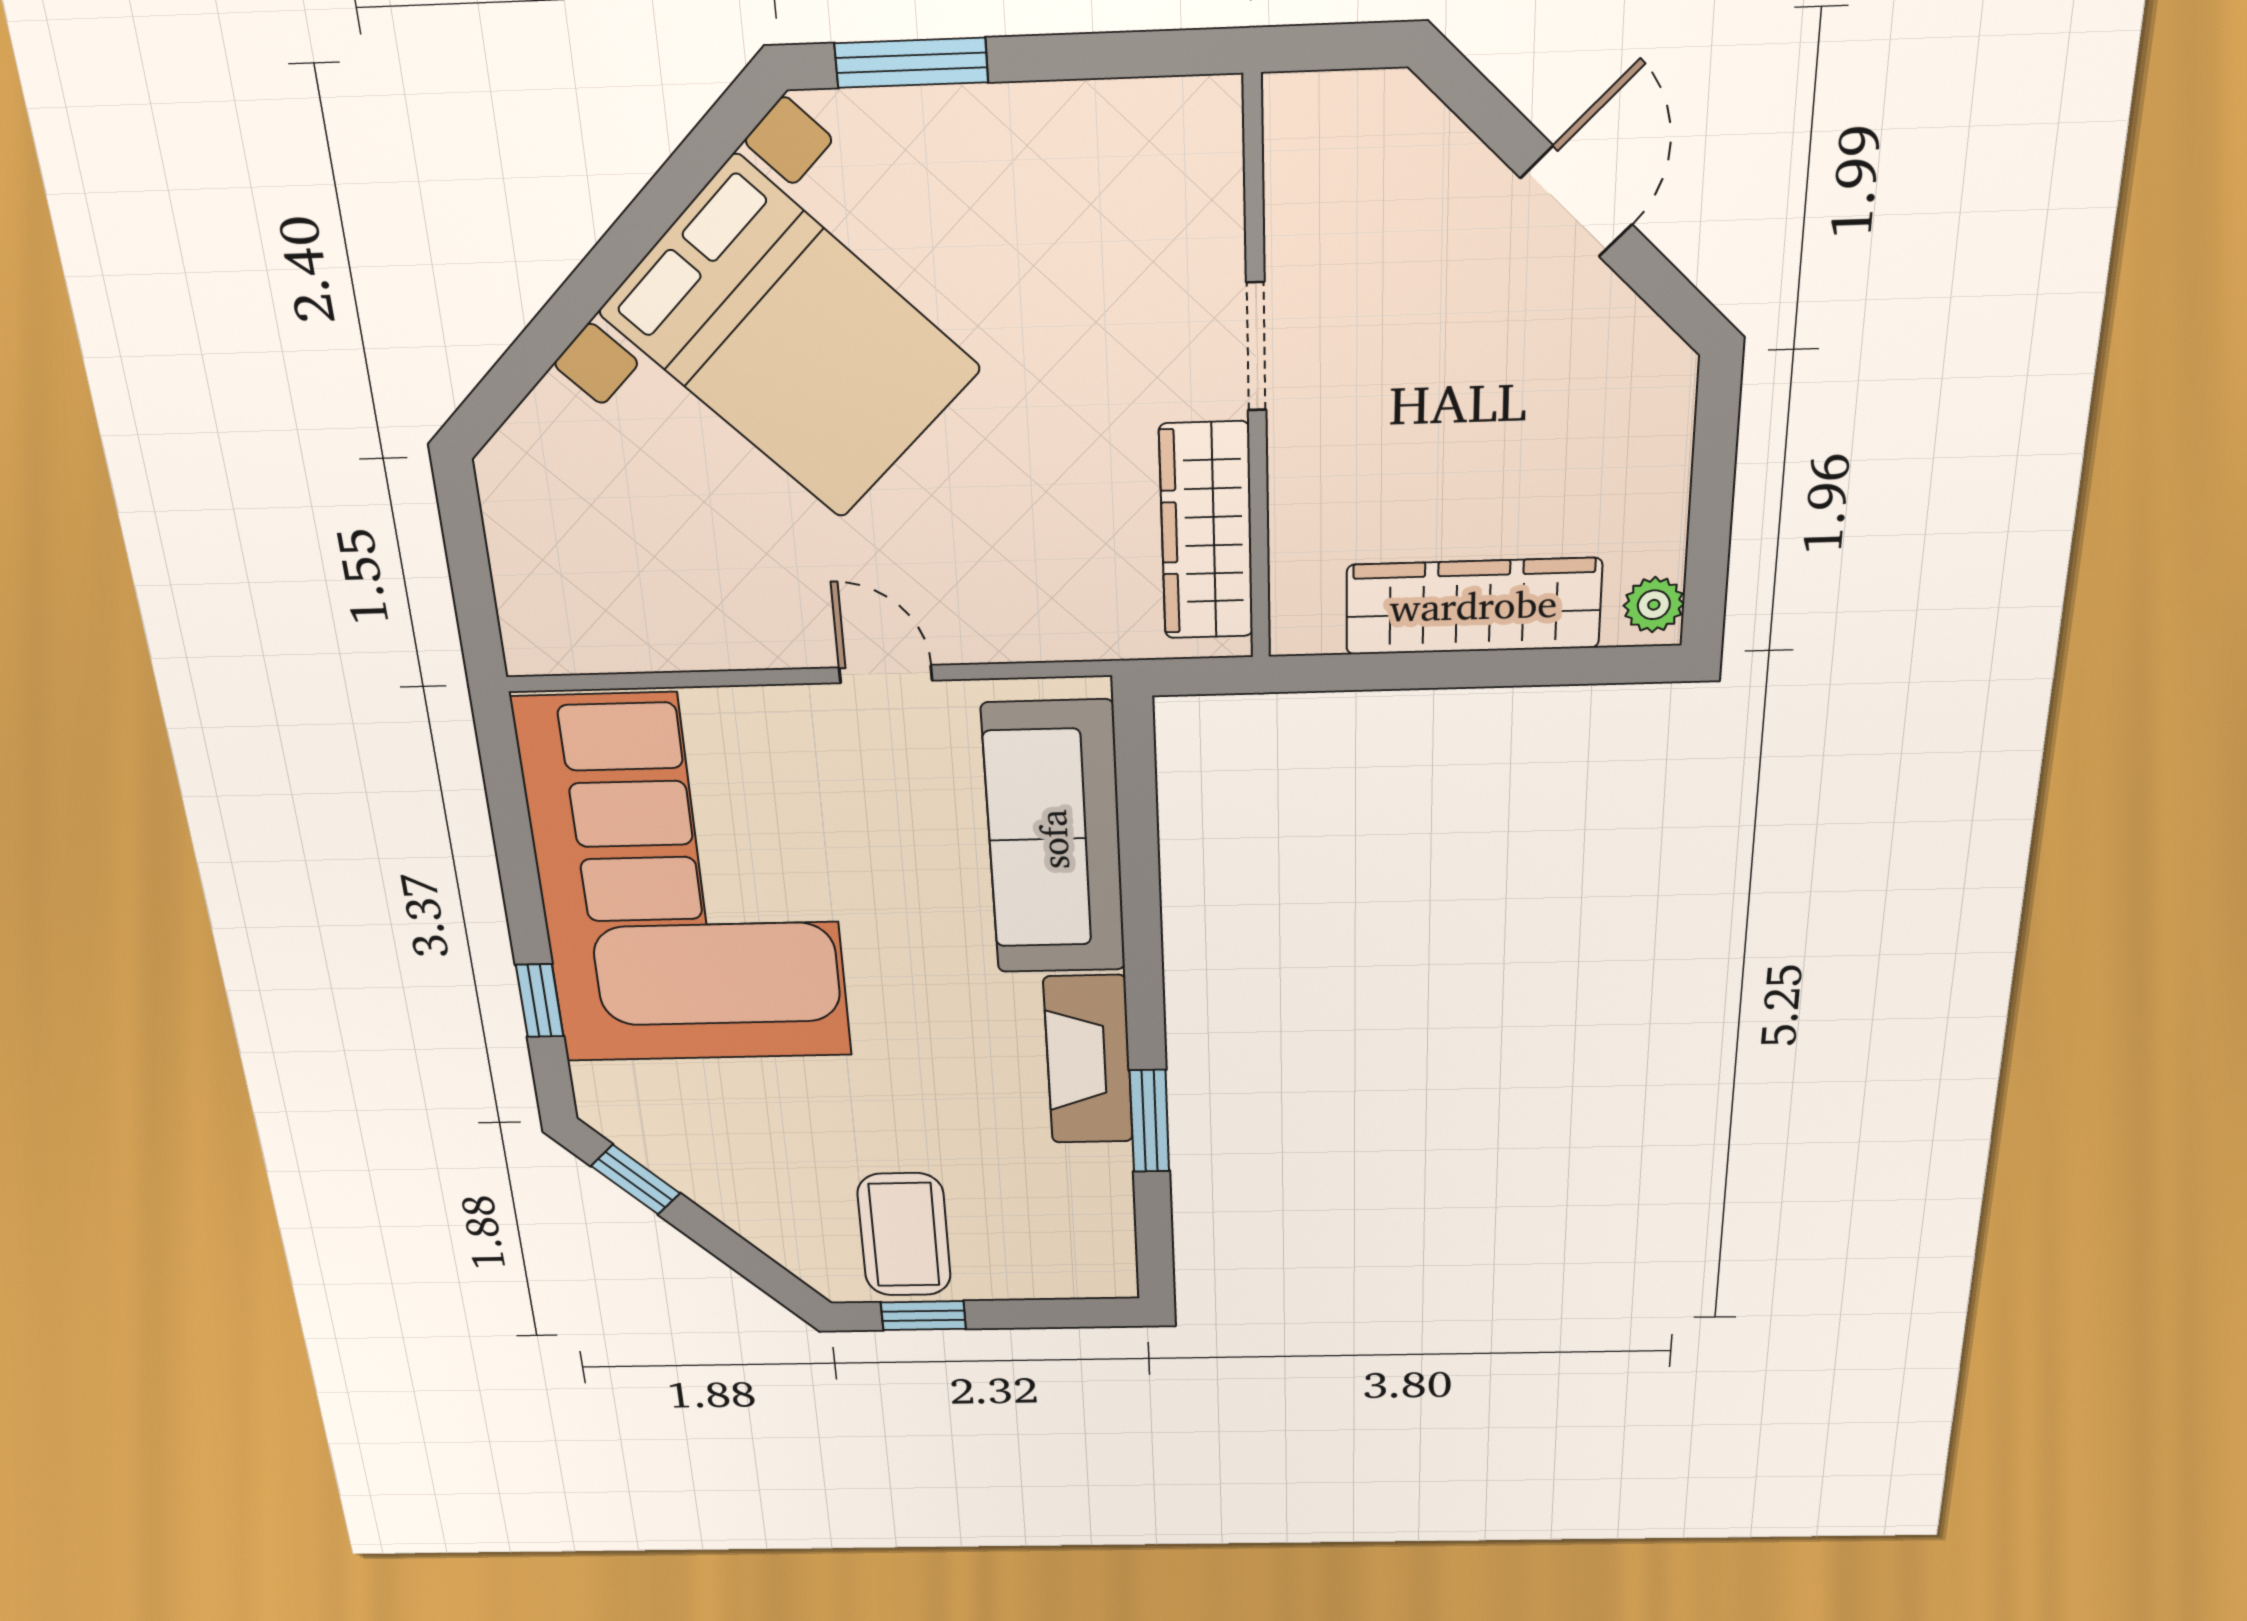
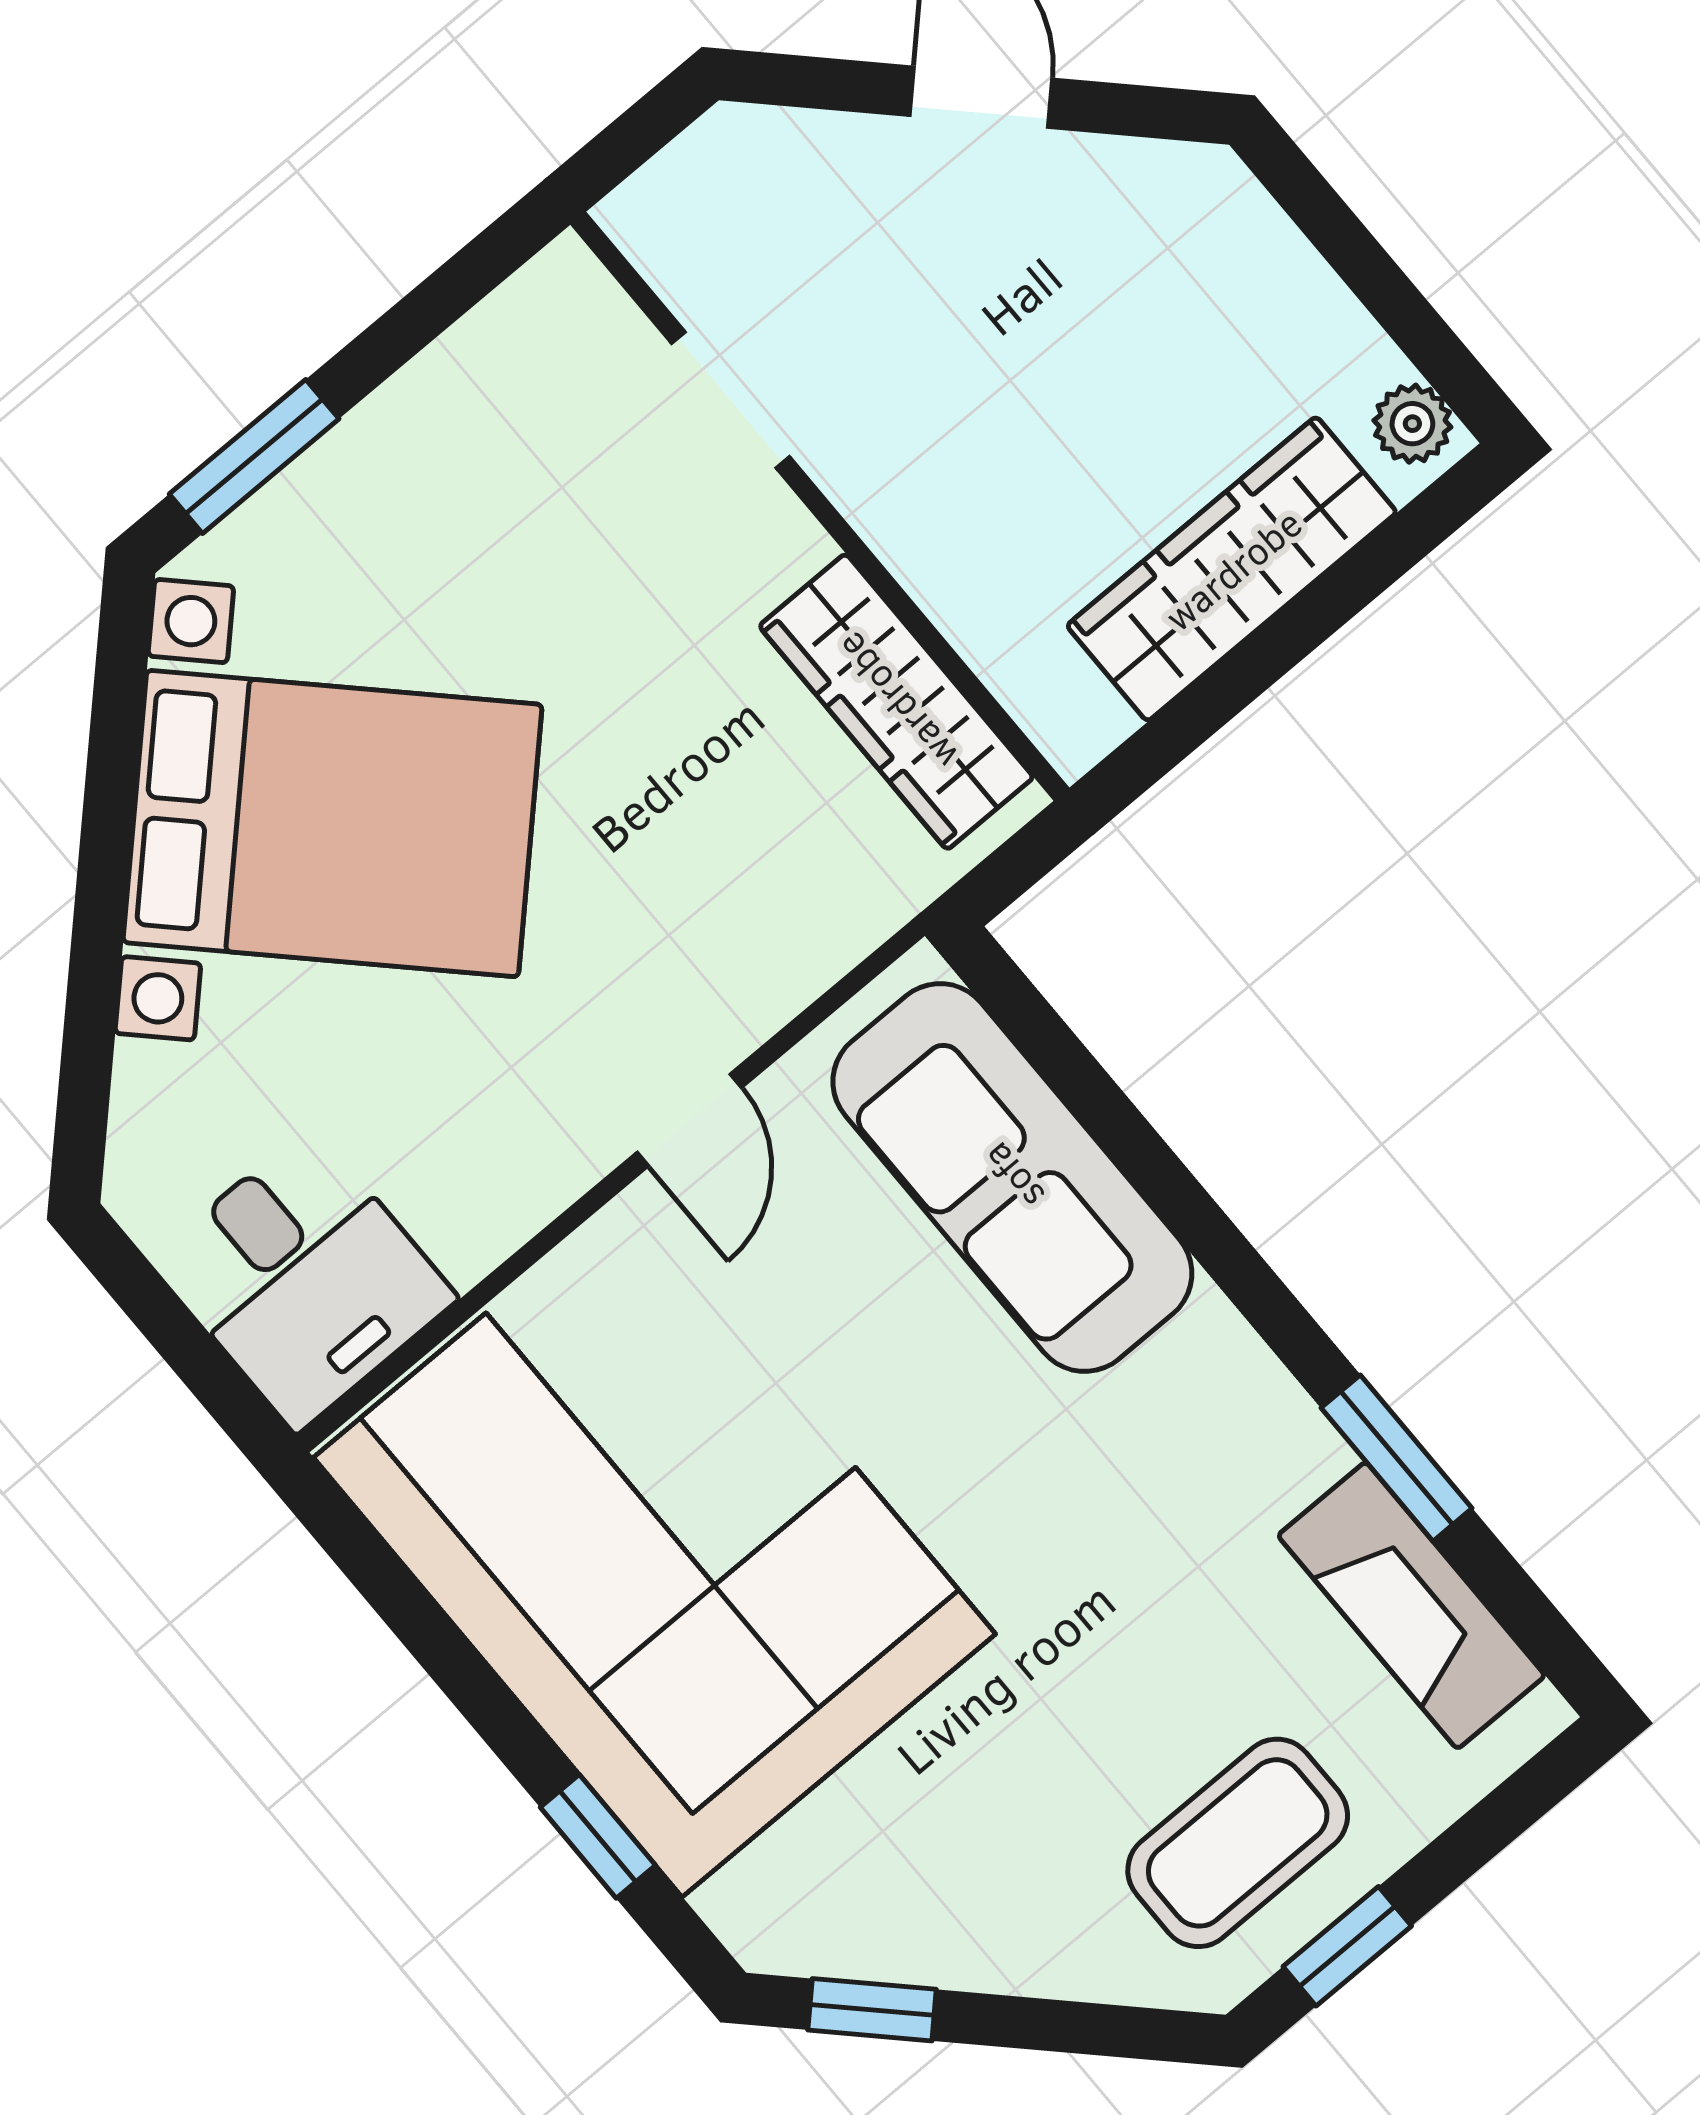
doorway: (1256, 347) -> (731, 400), moved
desk: (575, 594) -> (304, 1279), added
door: (886, 674) -> (689, 1120), swing flipped
fireplace: (1088, 1060) -> (1411, 1605), moved
coffee table: (904, 1235) -> (1238, 1843), turned 90

